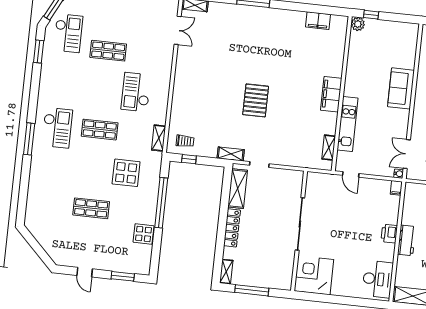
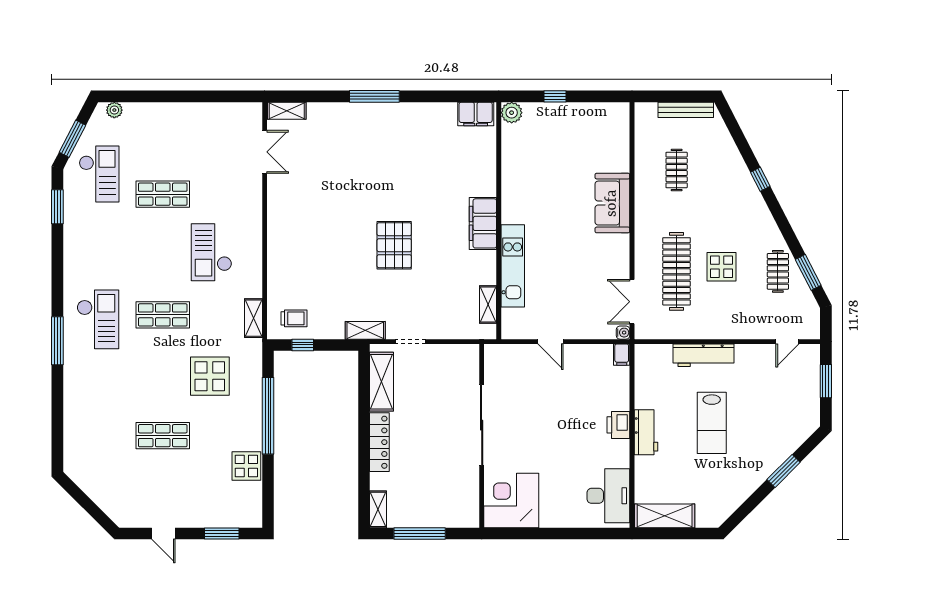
plant: (358, 24) -> (512, 113), moved
filing cabinet: (331, 94) -> (483, 223), moved
wall: (342, 94) -> (499, 221), moved
kitchen unit: (348, 124) -> (513, 266), moved
shelving: (329, 148) -> (488, 305), moved

